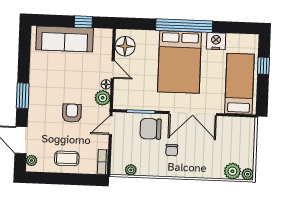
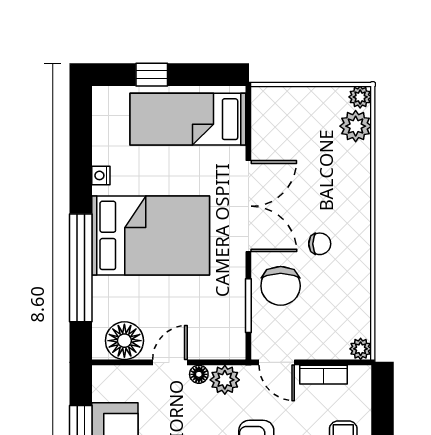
window: (184, 26) -> (81, 268), moved
nightstand: (216, 41) -> (101, 175), width x0.53, depth x0.56
bookcase: (103, 162) -> (323, 375), moved
plant: (131, 170) -> (361, 349), moved

